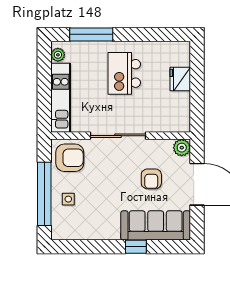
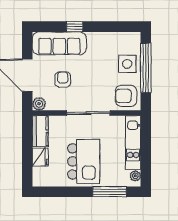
kitchen island: (124, 73) -> (84, 161), width x1.37, depth x1.28
kitchen counter: (180, 112) -> (40, 131), added
side table: (68, 199) -> (127, 64), width x1.87, depth x1.87

